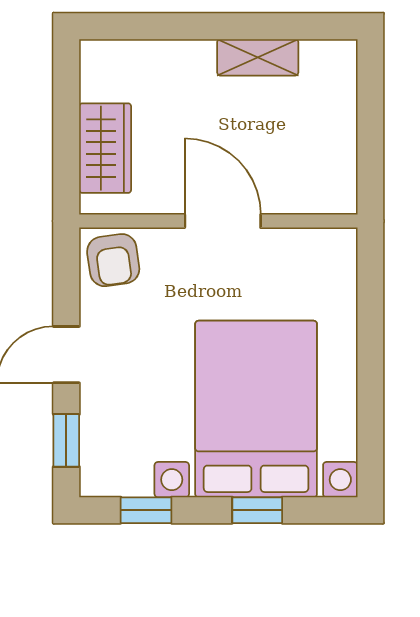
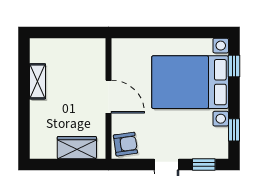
door: (223, 221) -> (109, 97), swing flipped
window: (257, 510) -> (234, 66), moved

